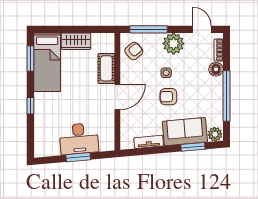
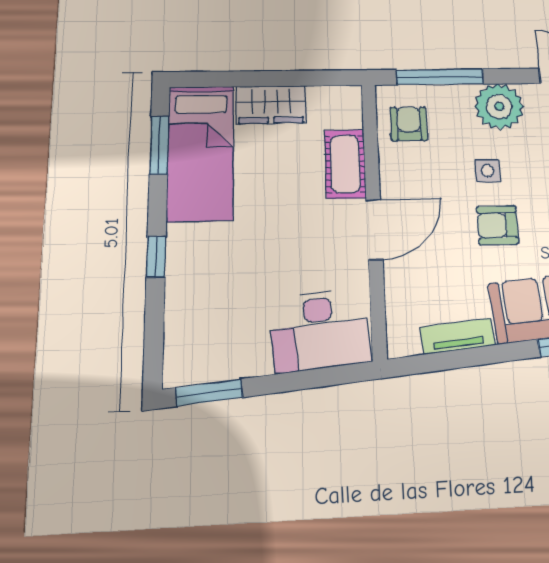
armchair: (134, 51) -> (409, 124), turned -49
desk: (79, 139) -> (320, 330), moved
window: (78, 157) -> (209, 393), moved

